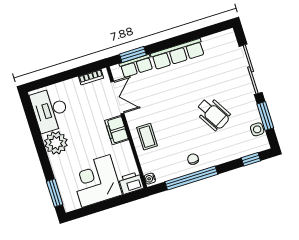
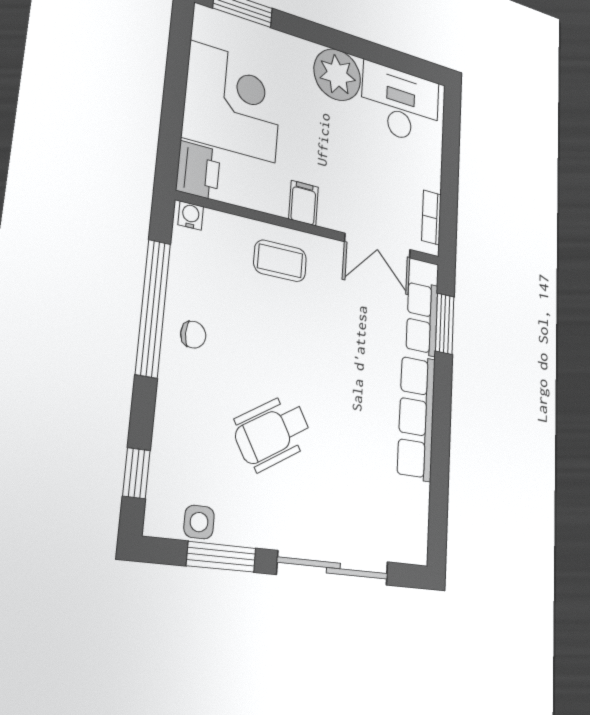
filing cabinet: (117, 130) -> (303, 203), width x0.50

